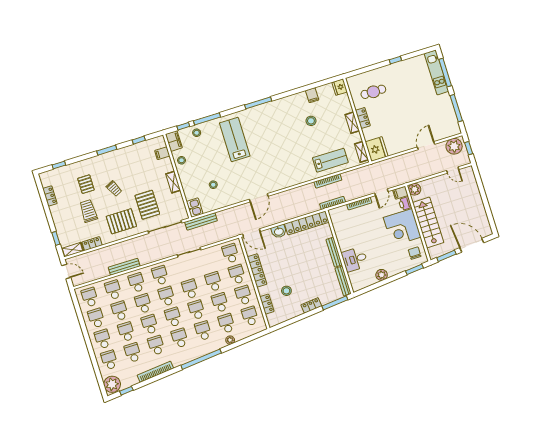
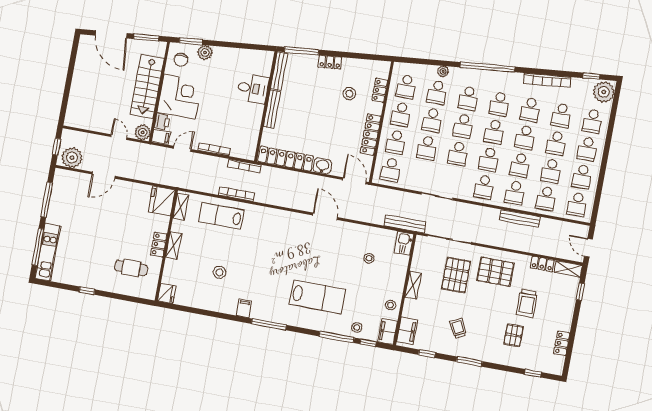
filing cabinet: (312, 95) -> (244, 308), moved
lab bench: (235, 139) -> (317, 297), turned -90
filing cabinet: (162, 153) -> (407, 331), width x2.00
door: (453, 170) -> (119, 137), moved
trolley: (114, 189) -> (458, 328), moved
door: (259, 198) -> (325, 216), hinge flipped
plant: (382, 275) -> (205, 52), moved

